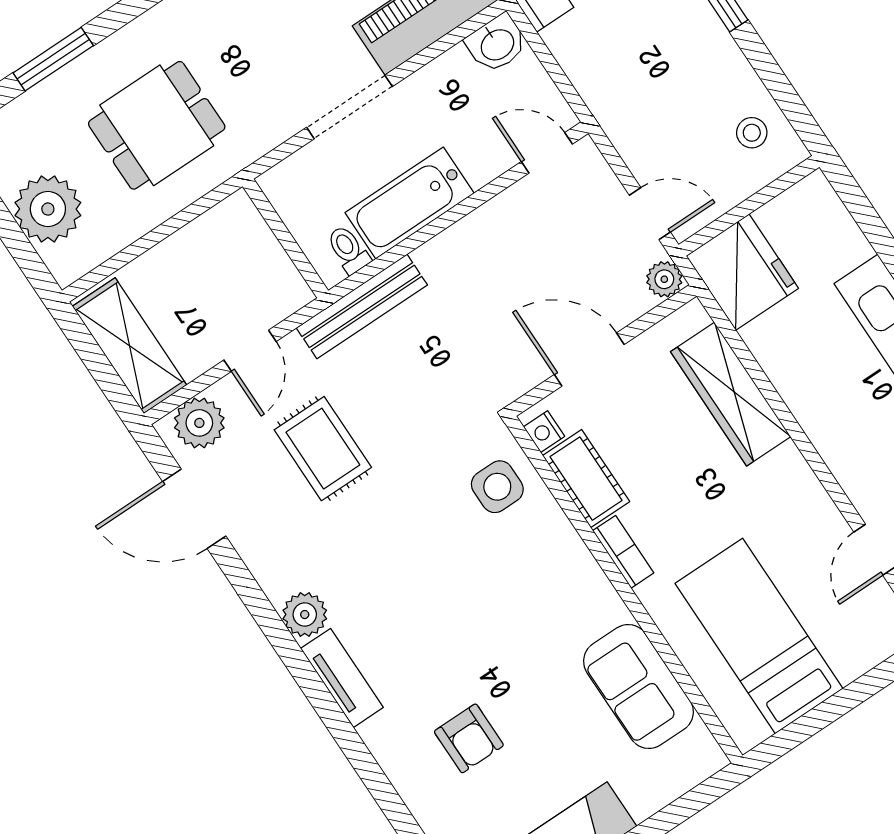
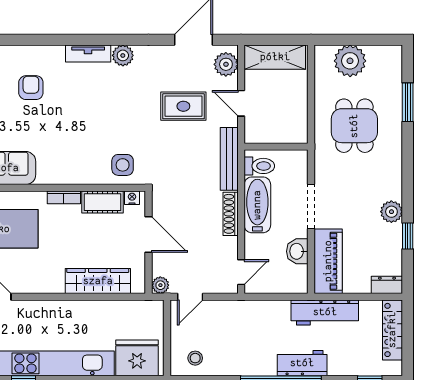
washbasin: (497, 44) -> (297, 251), moved
shoe rack: (457, 240) -> (231, 214), added
toilet: (348, 250) -> (259, 166), width x1.37, depth x1.39
fridge: (742, 272) -> (137, 358), moved, turned 180
door: (589, 359) -> (149, 235), hinge flipped
armchair: (469, 738) -> (31, 88), turned 90

